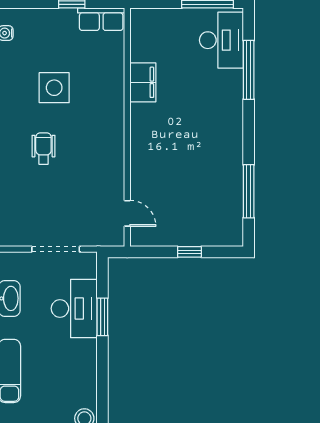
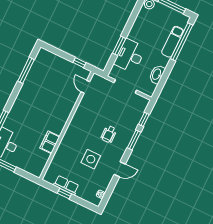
row of seats: (101, 19) -> (66, 185), moved
window: (189, 252) -> (80, 63), moved

